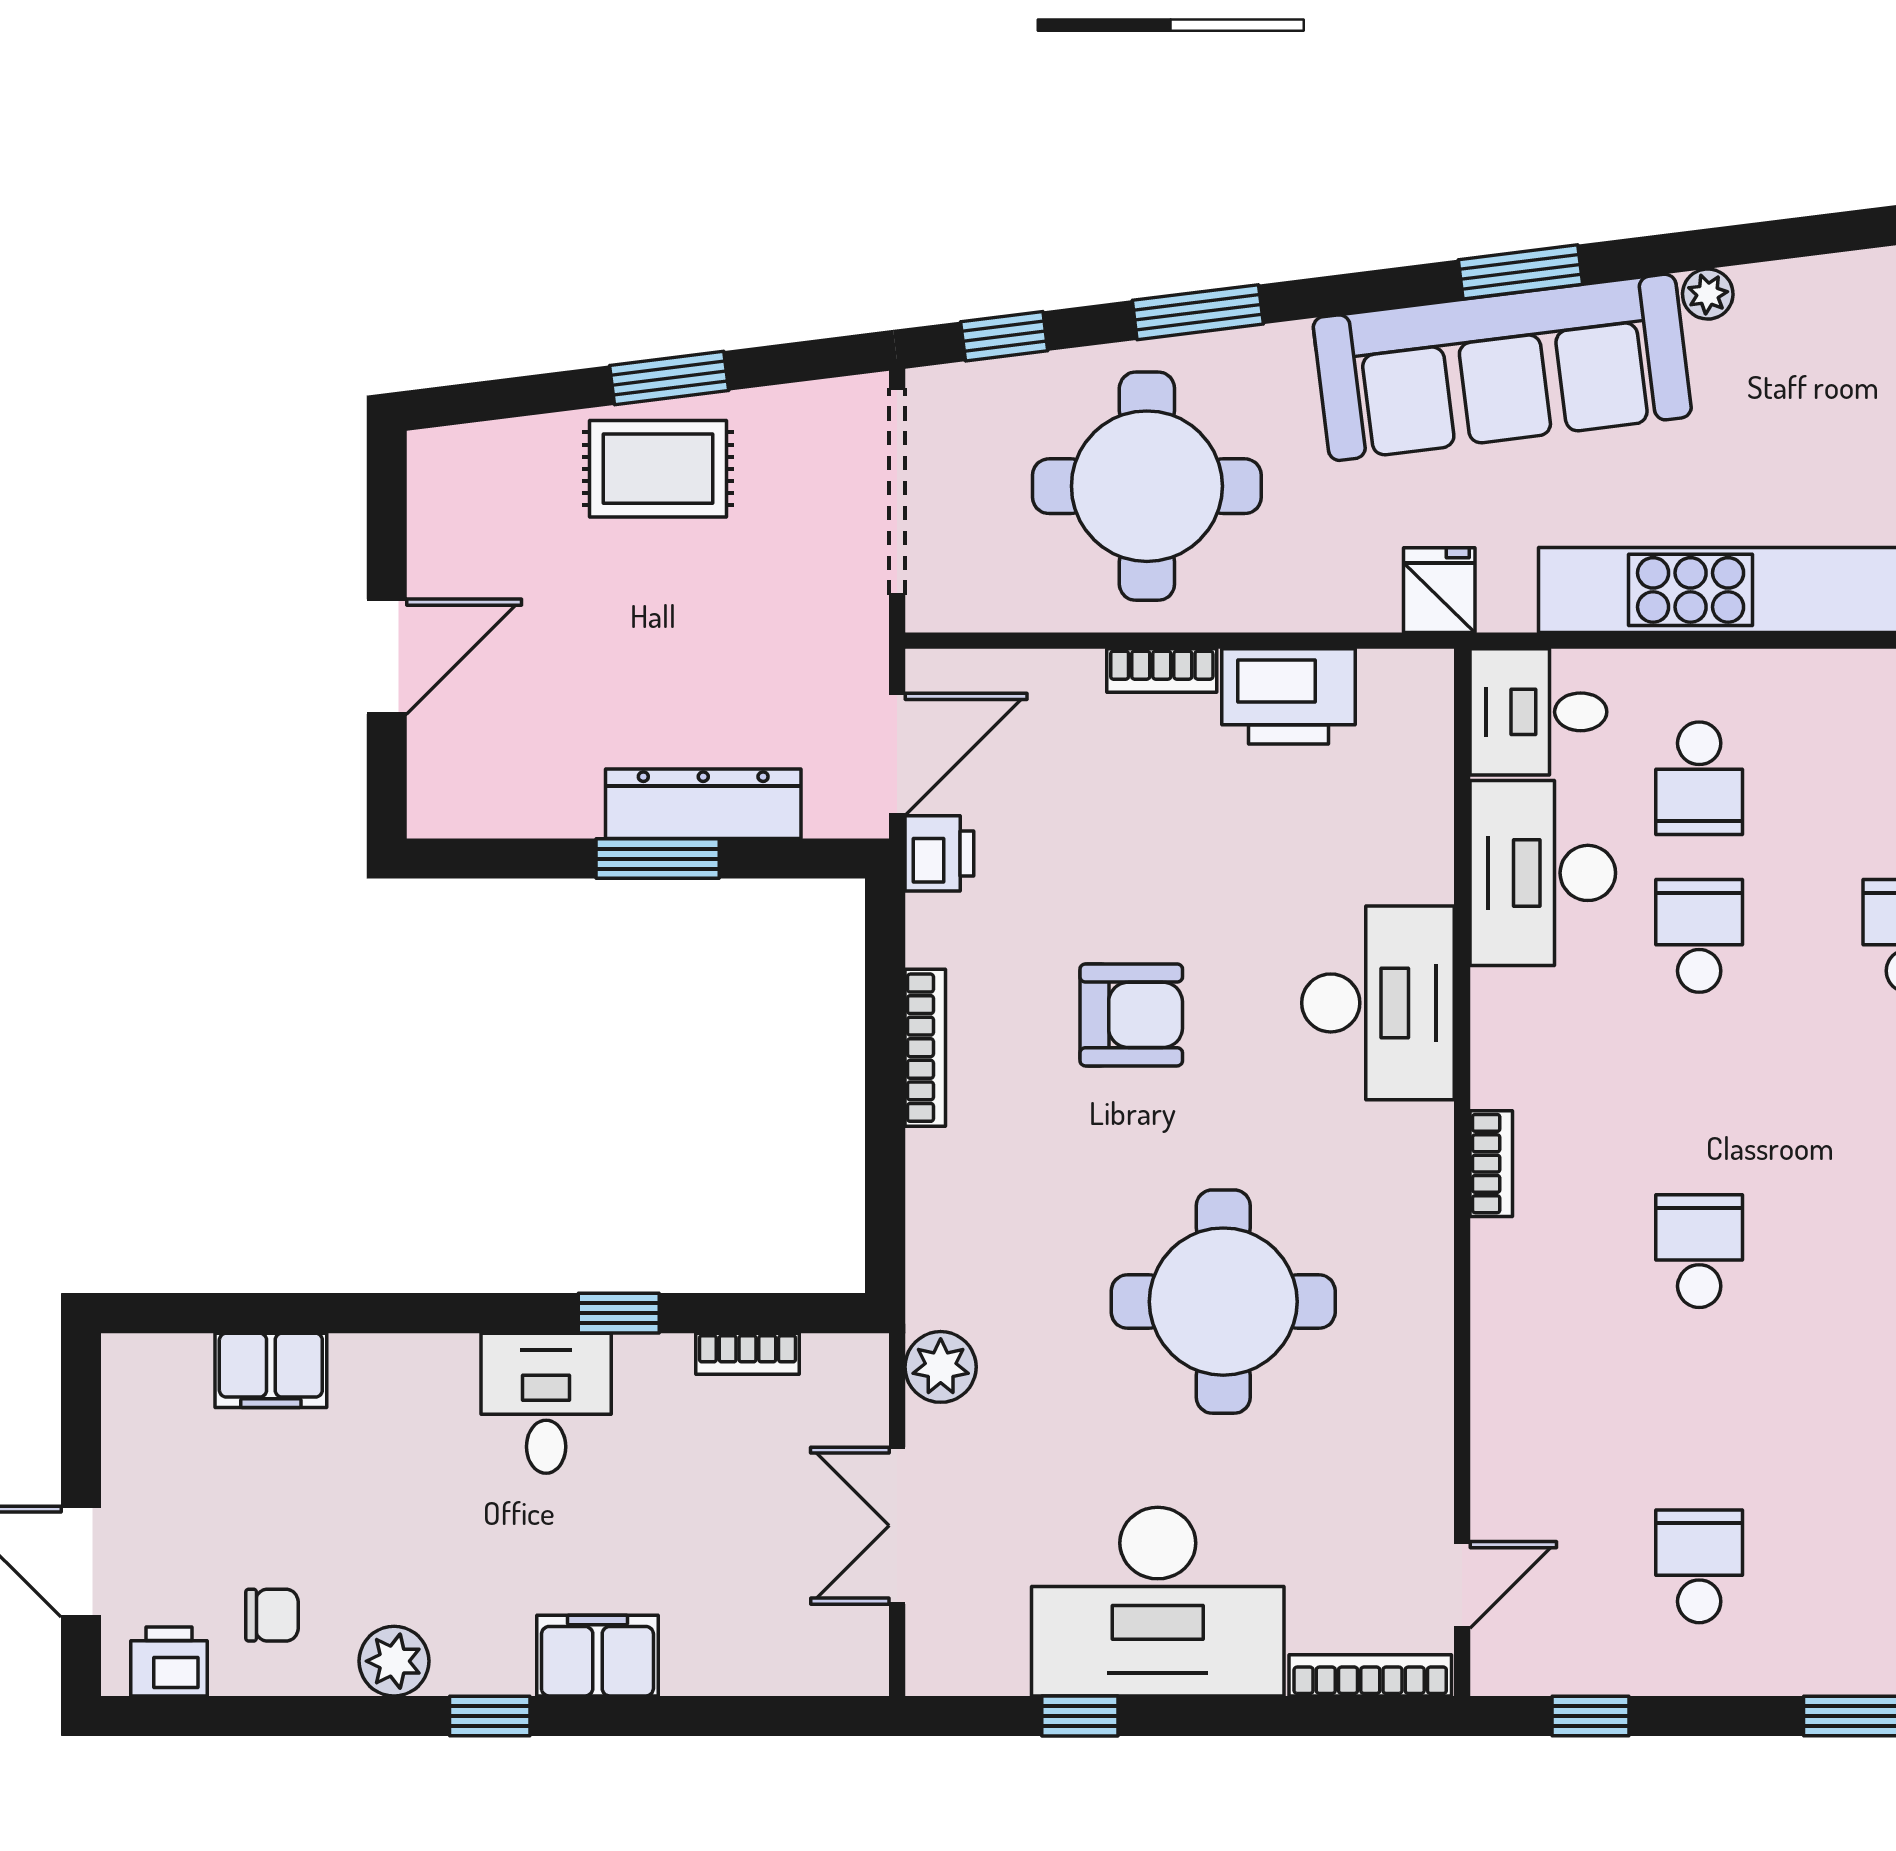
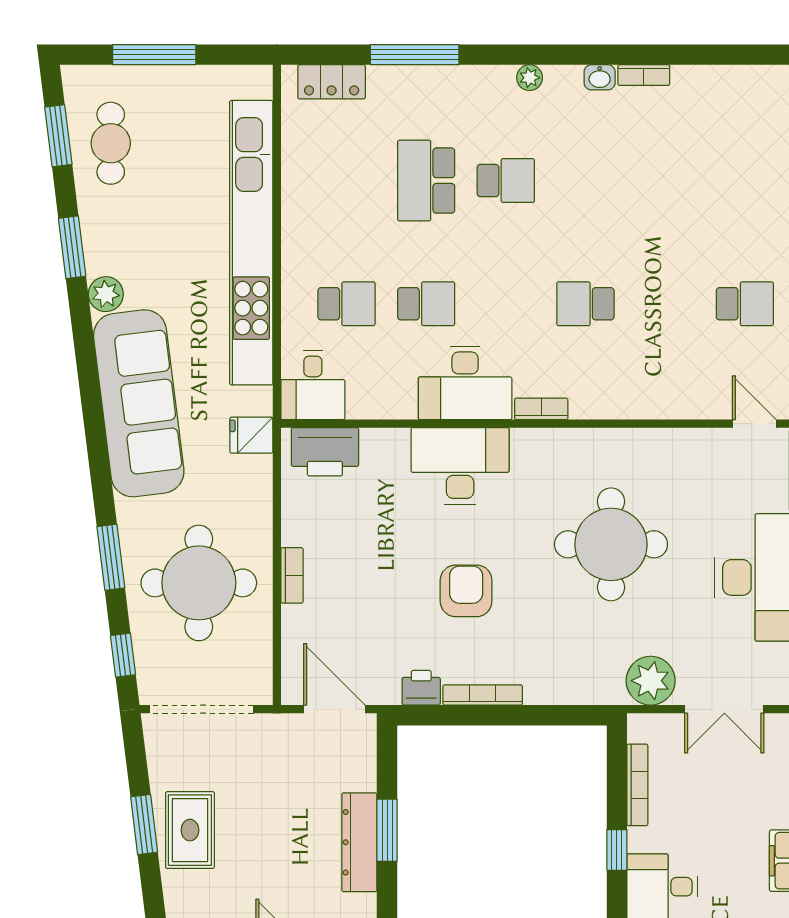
window: (1520, 272) -> (72, 247), moved
plant: (1708, 294) -> (106, 294), width x1.38, depth x1.38
printer: (1288, 696) -> (325, 452), moved, turned 90
dresser: (703, 804) -> (359, 842), moved
printer: (939, 853) -> (421, 688), moved
desk: (1543, 873) -> (465, 383), moved
school desk: (1699, 936) -> (426, 304), turned 180
bookcase: (747, 1354) -> (637, 785), width x1.56
plant: (941, 1367) -> (651, 681), width x1.36, depth x1.36
school desk: (1699, 1566) -> (745, 304), turned 180

